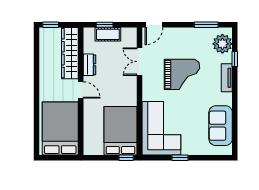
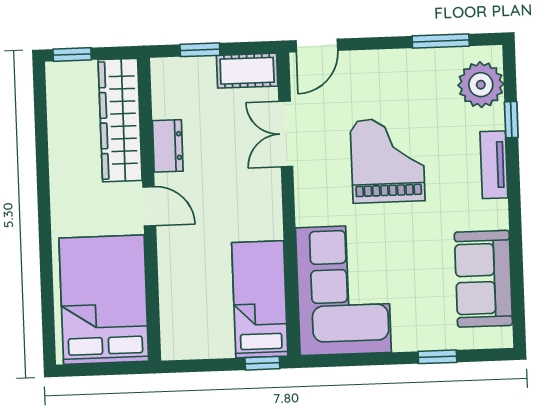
cot: (108, 34) -> (247, 71), moved
grand piano: (182, 74) -> (388, 160), turned -90
bed: (120, 131) -> (260, 299), width x0.67
window: (180, 158) -> (437, 357), moved

